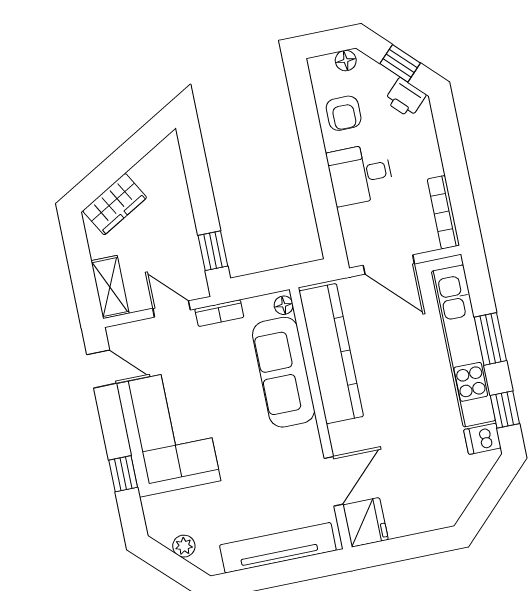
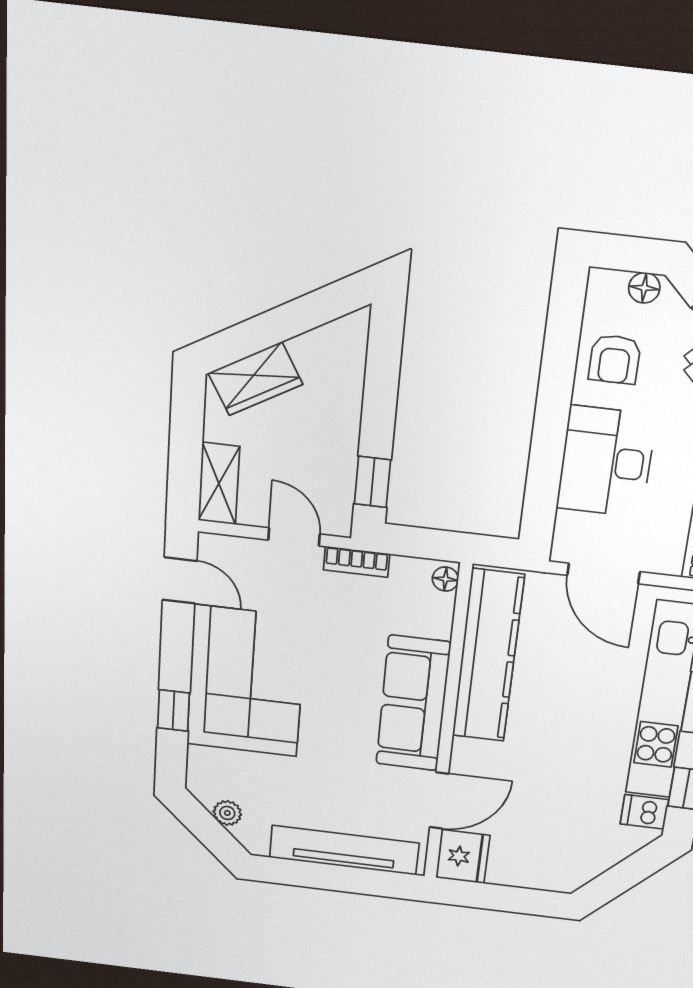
desk: (360, 174) -> (606, 462), width x1.37
sofa: (284, 372) -> (413, 704), moved

